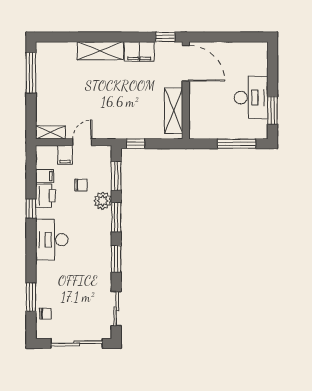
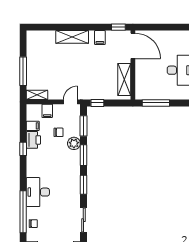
filing cabinet: (139, 51) -> (100, 37), width x0.50
window: (31, 73) -> (23, 71), moved
door: (82, 142) -> (70, 102), moved
window: (237, 144) -> (156, 103), moved
desk: (52, 240) -> (38, 192), moved
window: (31, 297) -> (23, 212), width x2.11

